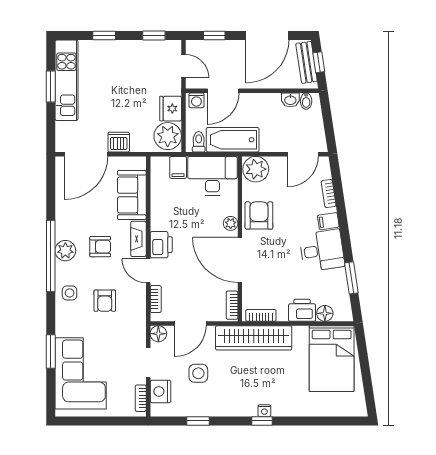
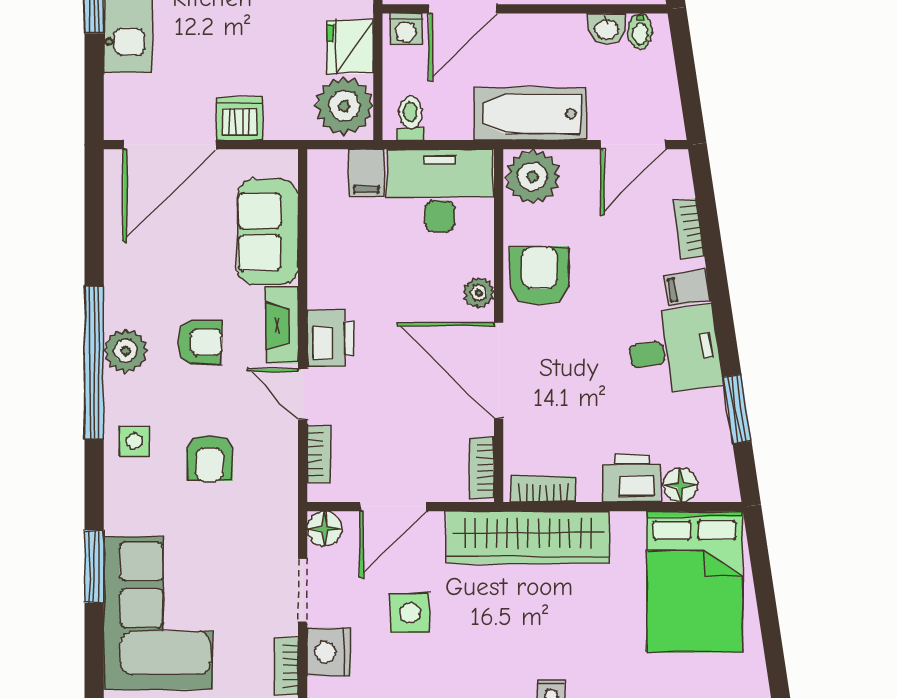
bathtub: (233, 140) -> (530, 114), moved

